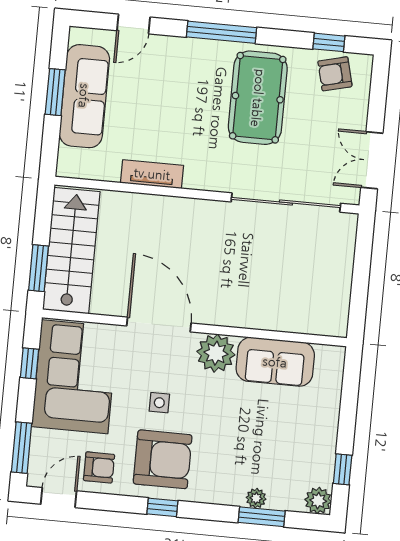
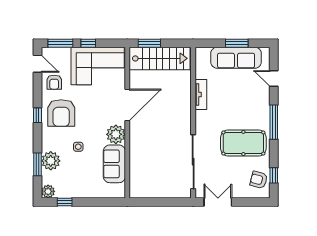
armchair: (335, 74) -> (259, 180), turned -61
window: (30, 363) -> (88, 43), moved
side table: (159, 403) -> (78, 147), moved
plant: (256, 498) -> (51, 161), width x1.88, depth x1.88

